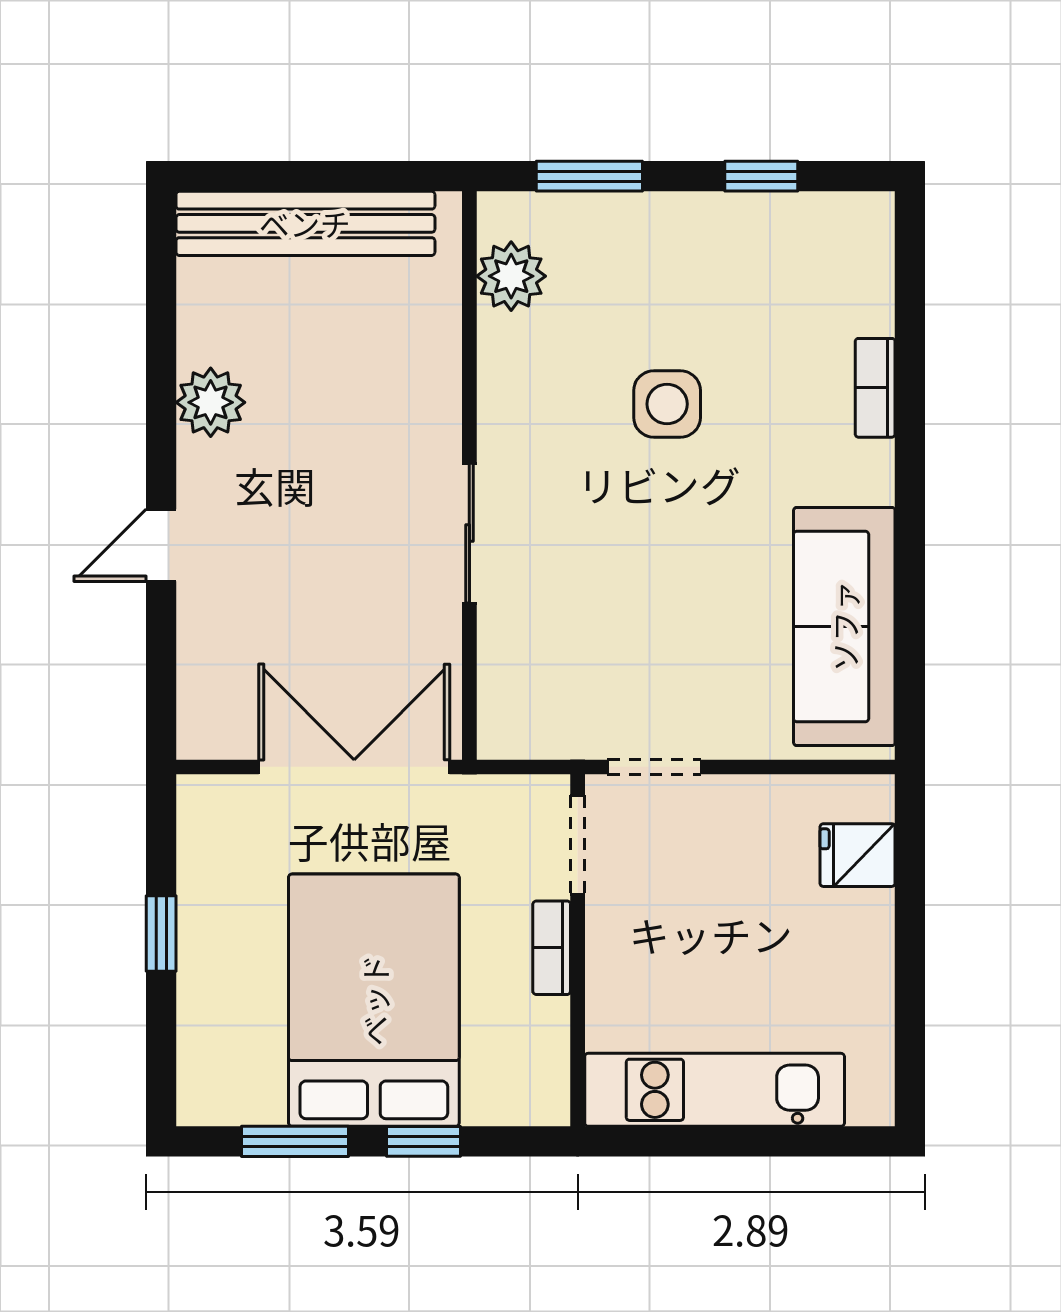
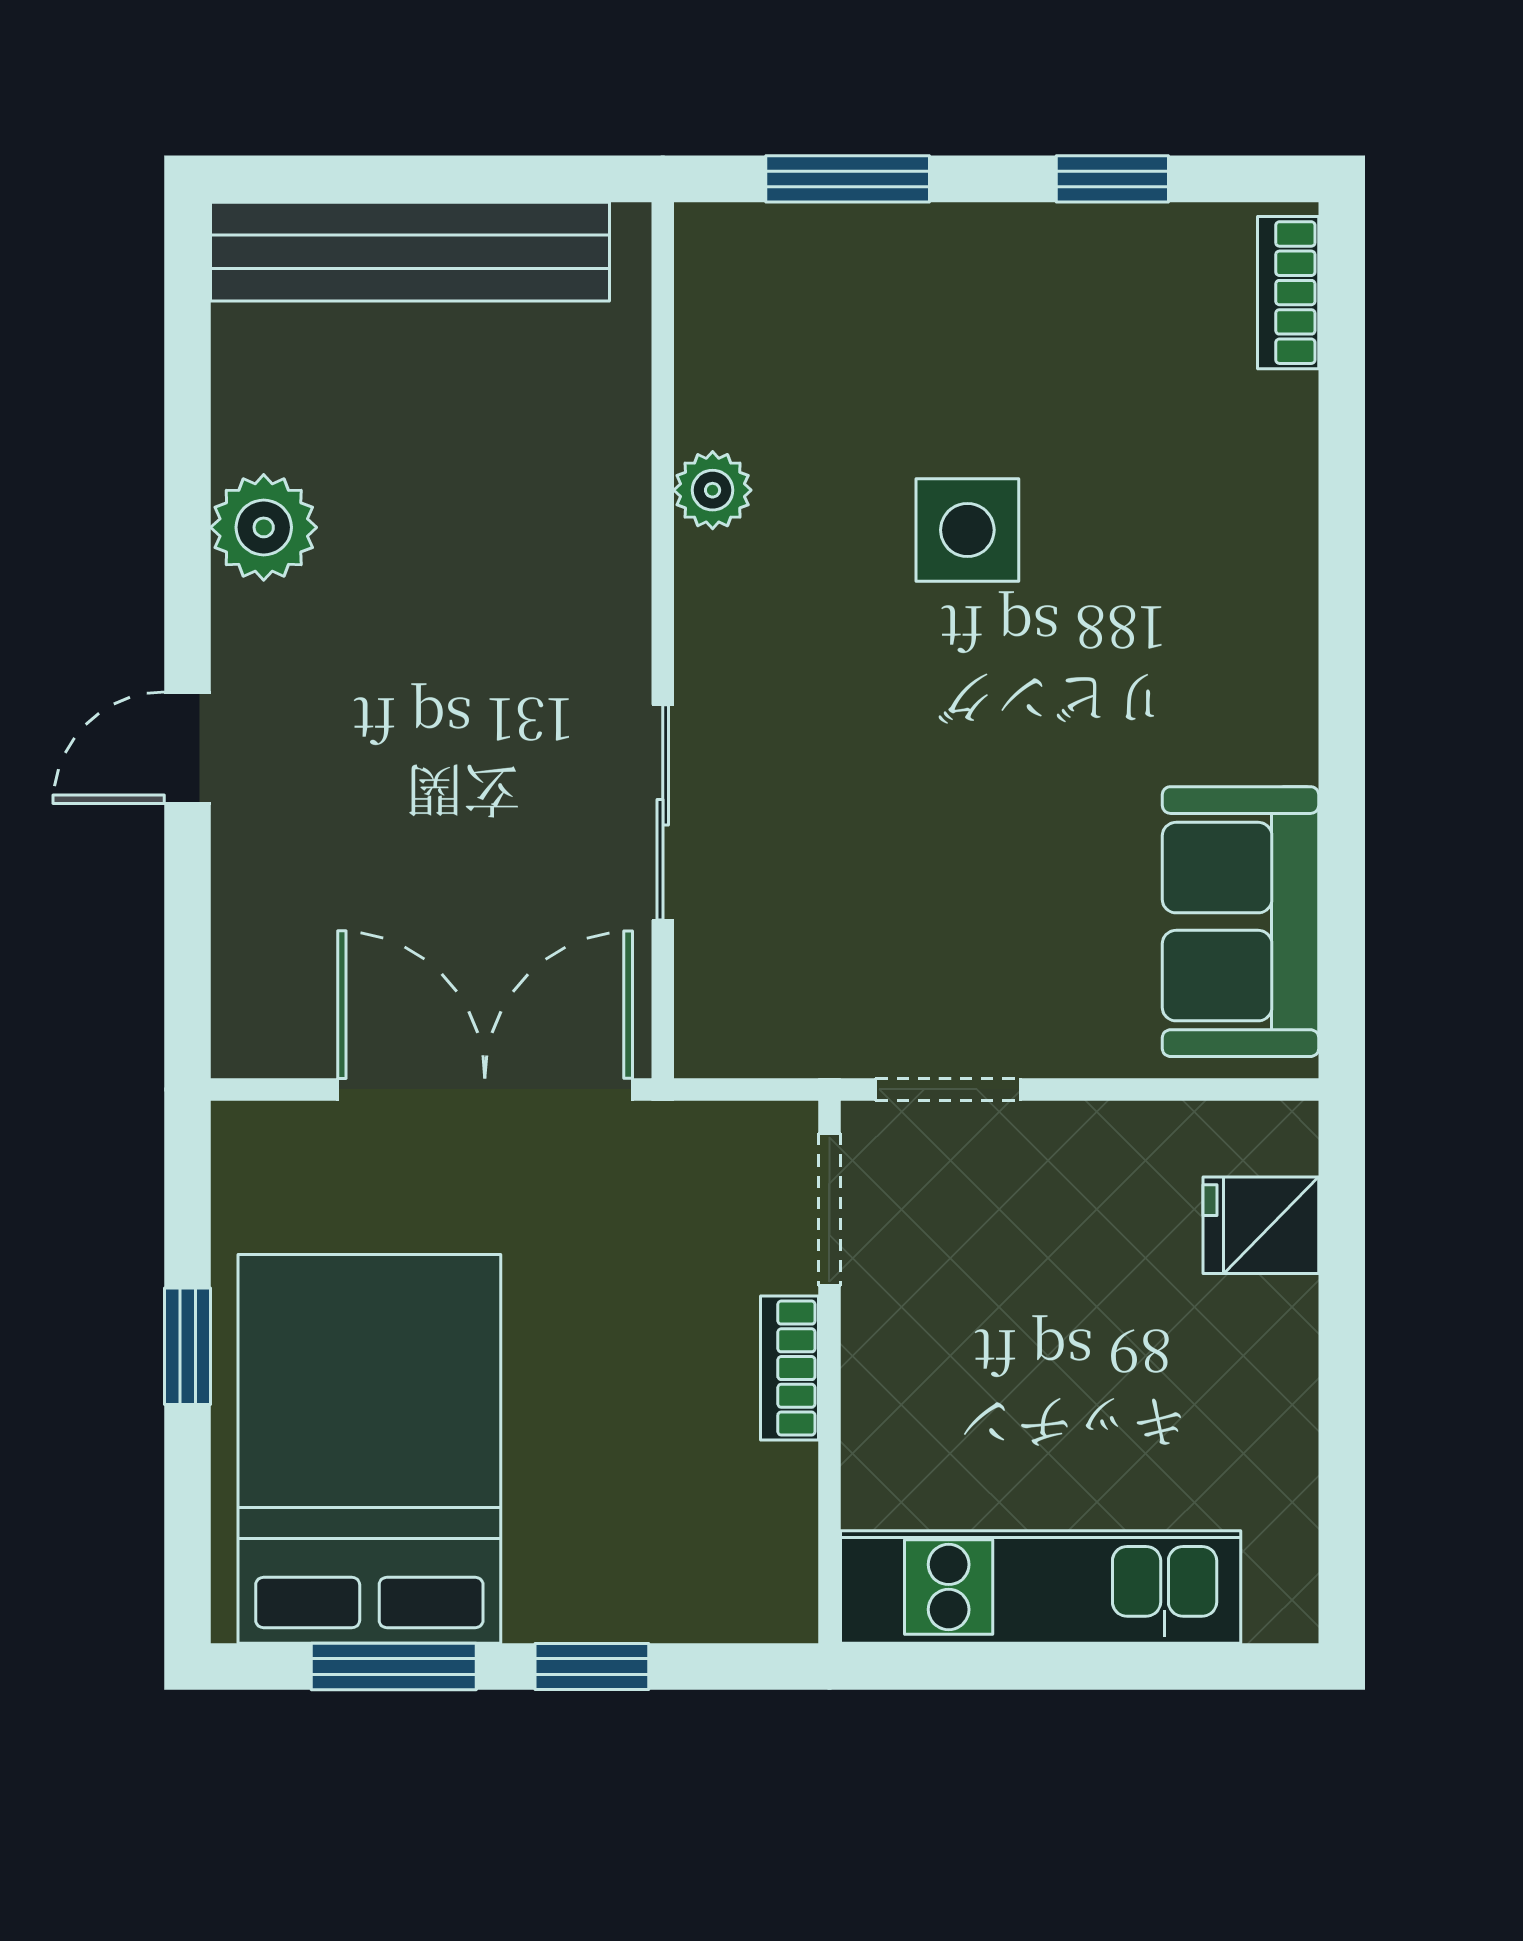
plant: (511, 276) -> (713, 490), moved, width x0.73, depth x0.73
bookcase: (875, 388) -> (1288, 293), moved
sliding door: (469, 533) -> (663, 812), moved
sofa: (844, 626) -> (1240, 922), width x0.73
bed: (374, 1000) -> (369, 1449), moved

